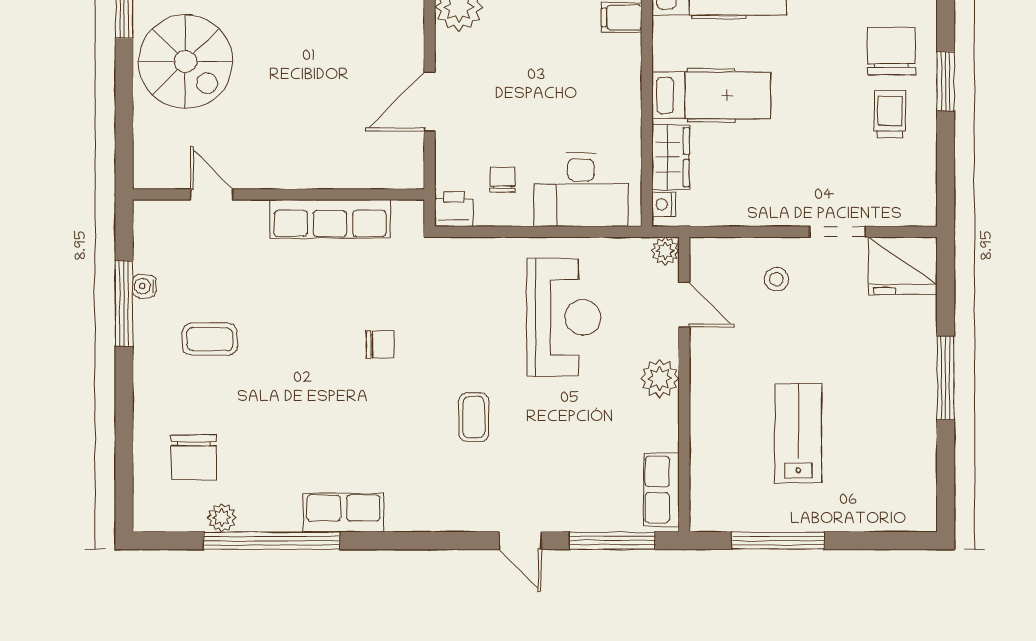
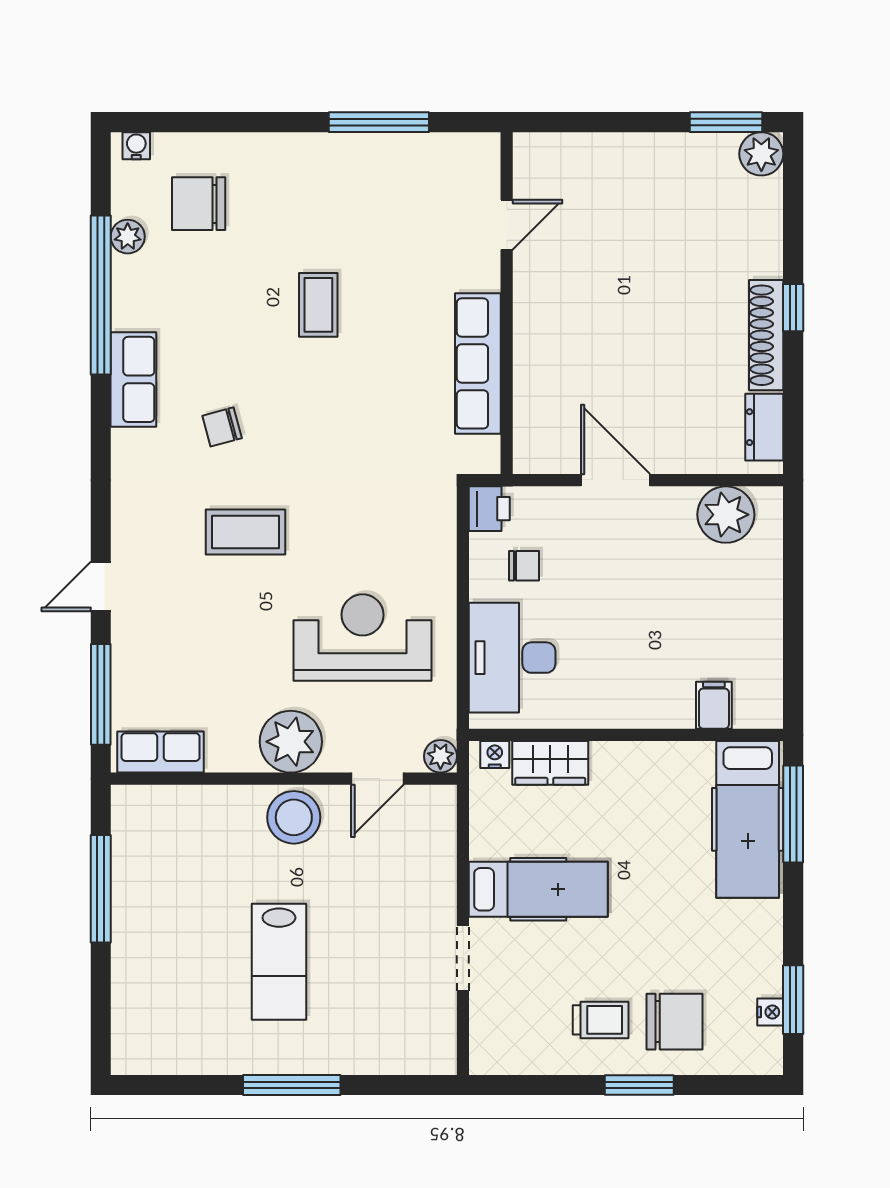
spiral stairs: (186, 62) -> (662, 194), removed
hospital bed: (711, 95) -> (538, 889), moved, turned -90
fridge: (903, 266) -> (423, 1035), removed
stool: (776, 279) -> (294, 817), moved, width x1.89, depth x1.89
water cooler: (144, 286) -> (136, 146), moved
reception desk: (564, 317) -> (362, 637), turned 180
coffee table: (210, 339) -> (318, 305), moved
chair: (380, 344) -> (222, 427), moved, turned 75
plant: (660, 378) -> (291, 742), width x1.36, depth x1.36
coffee table: (474, 417) -> (246, 532), width x1.36, depth x1.30
lab bench: (798, 433) -> (279, 962), moved, turned 90

